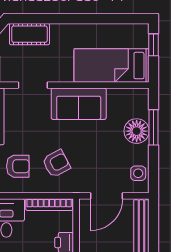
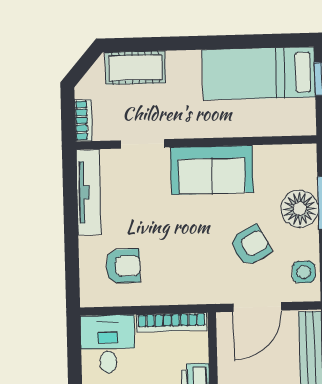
bed: (112, 66) -> (259, 73), moved
armchair: (56, 164) -> (251, 245), moved

